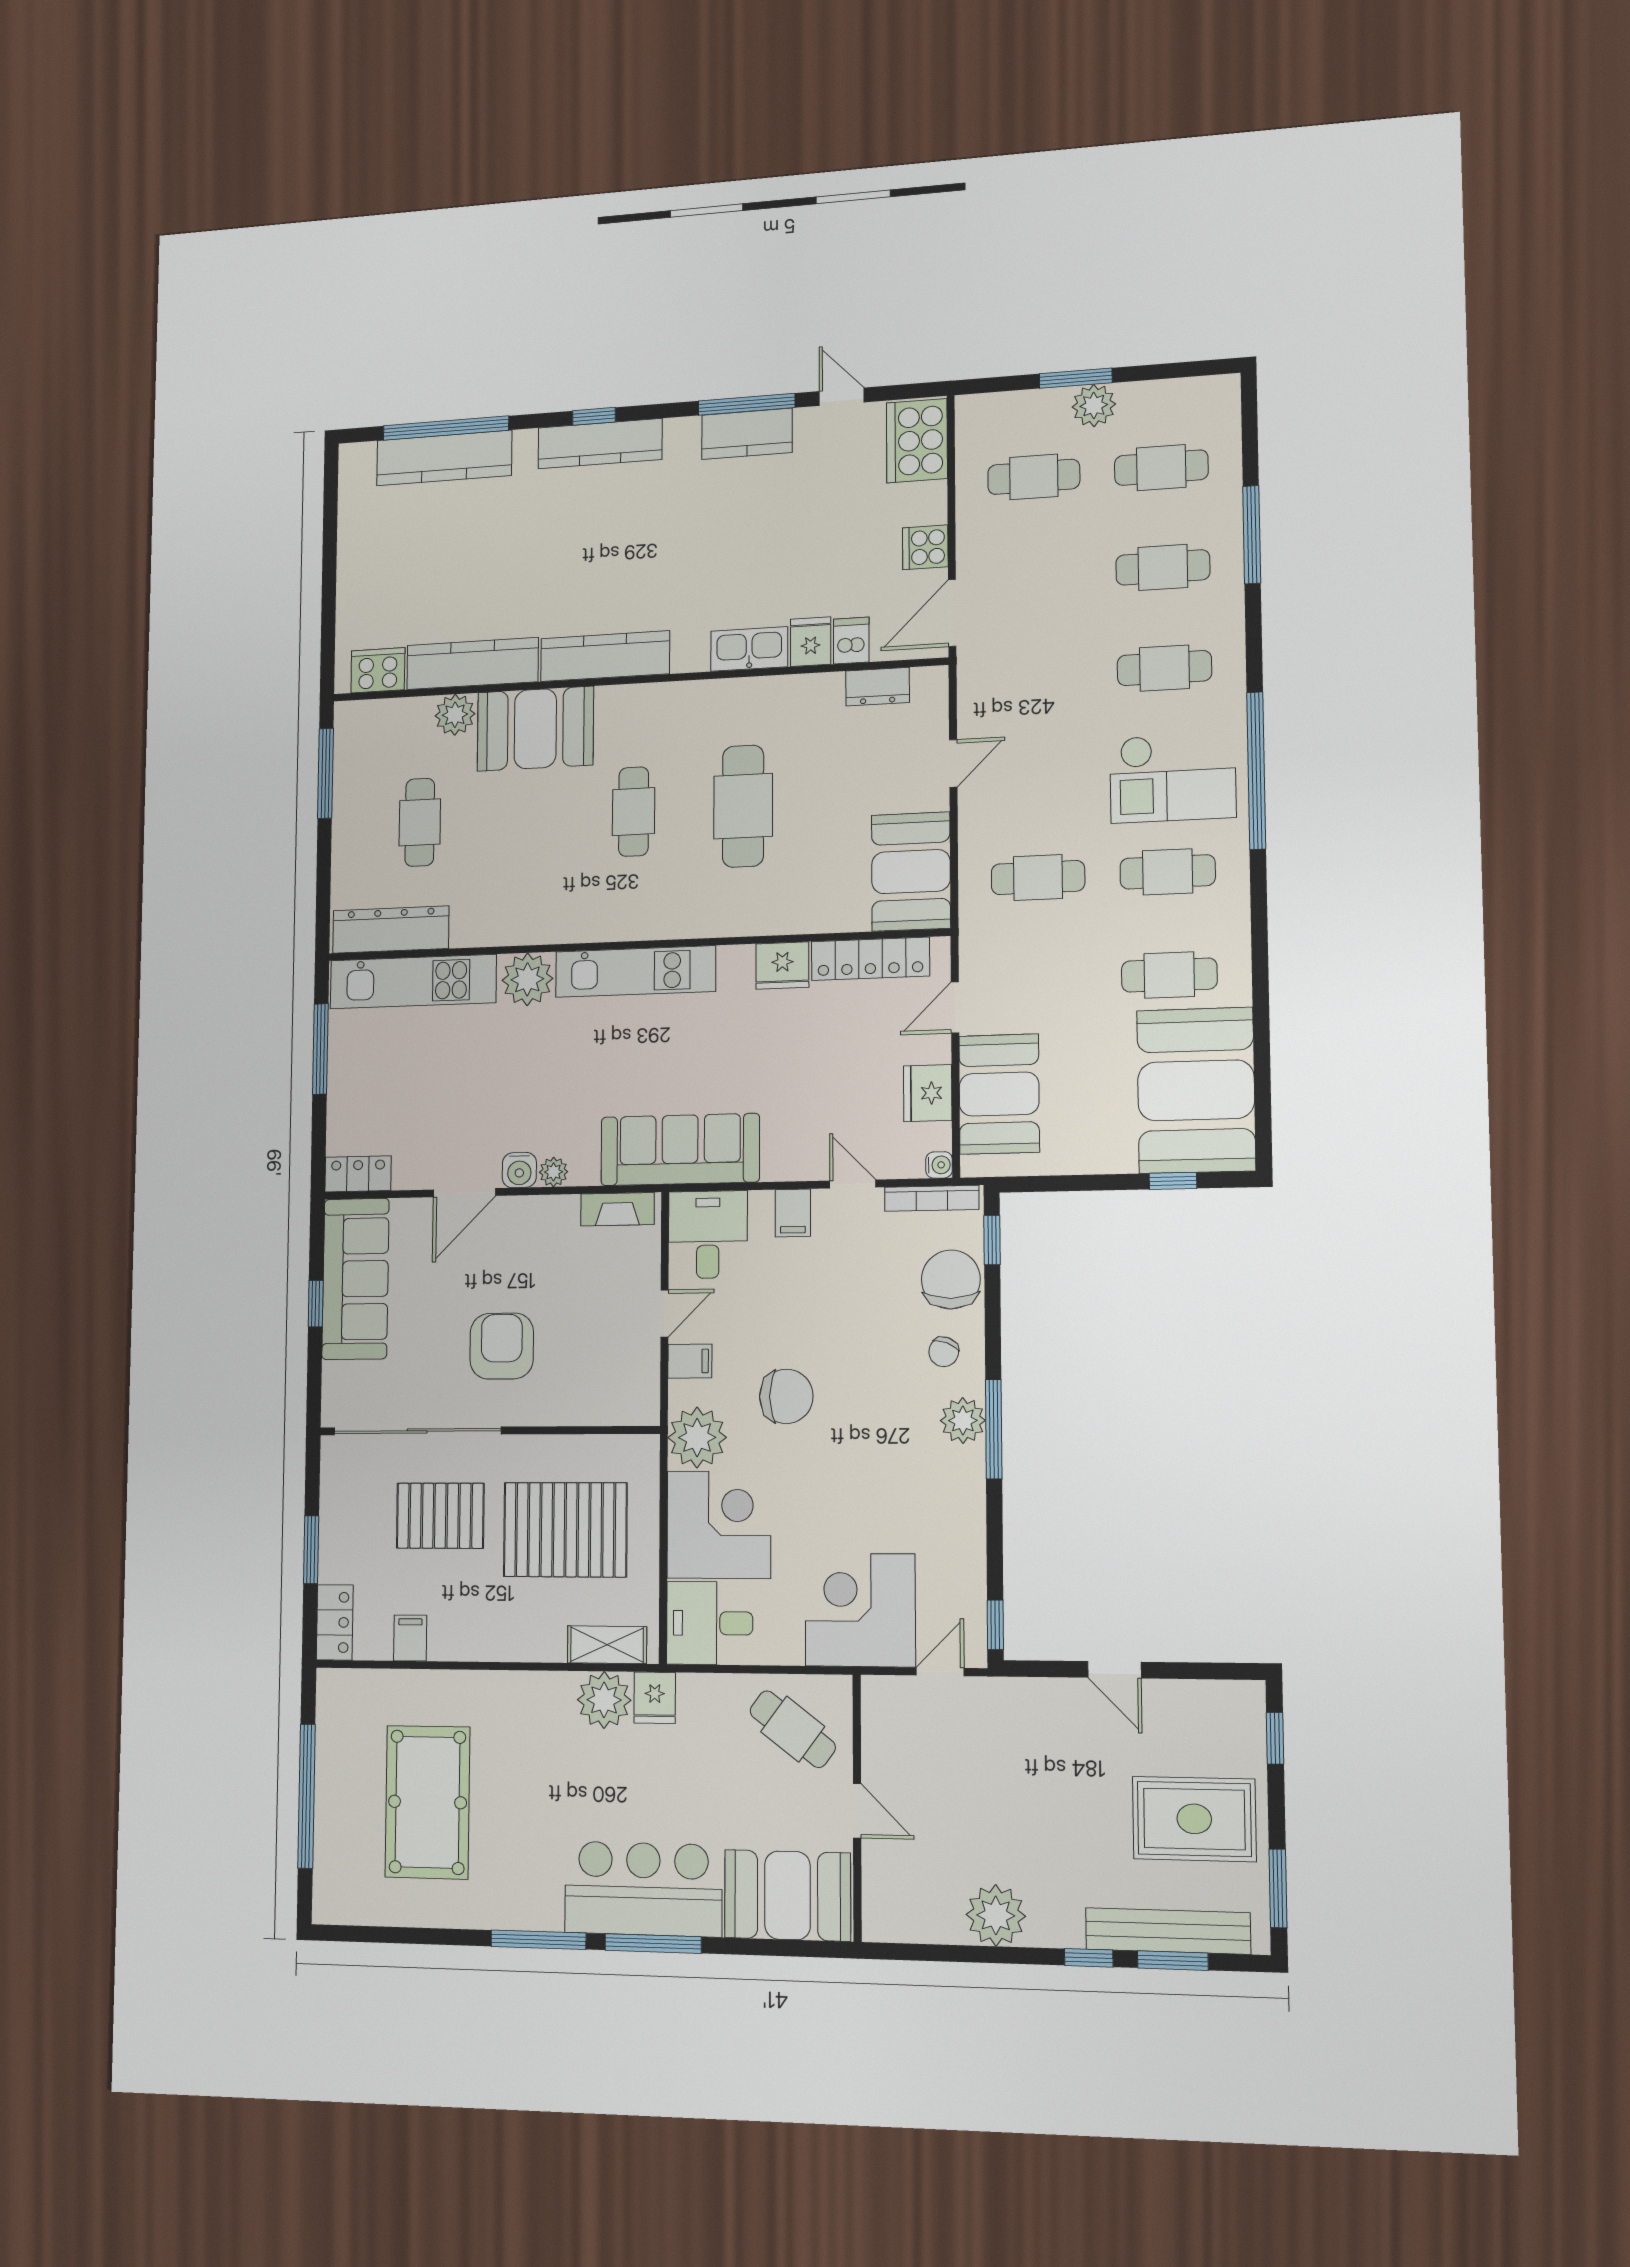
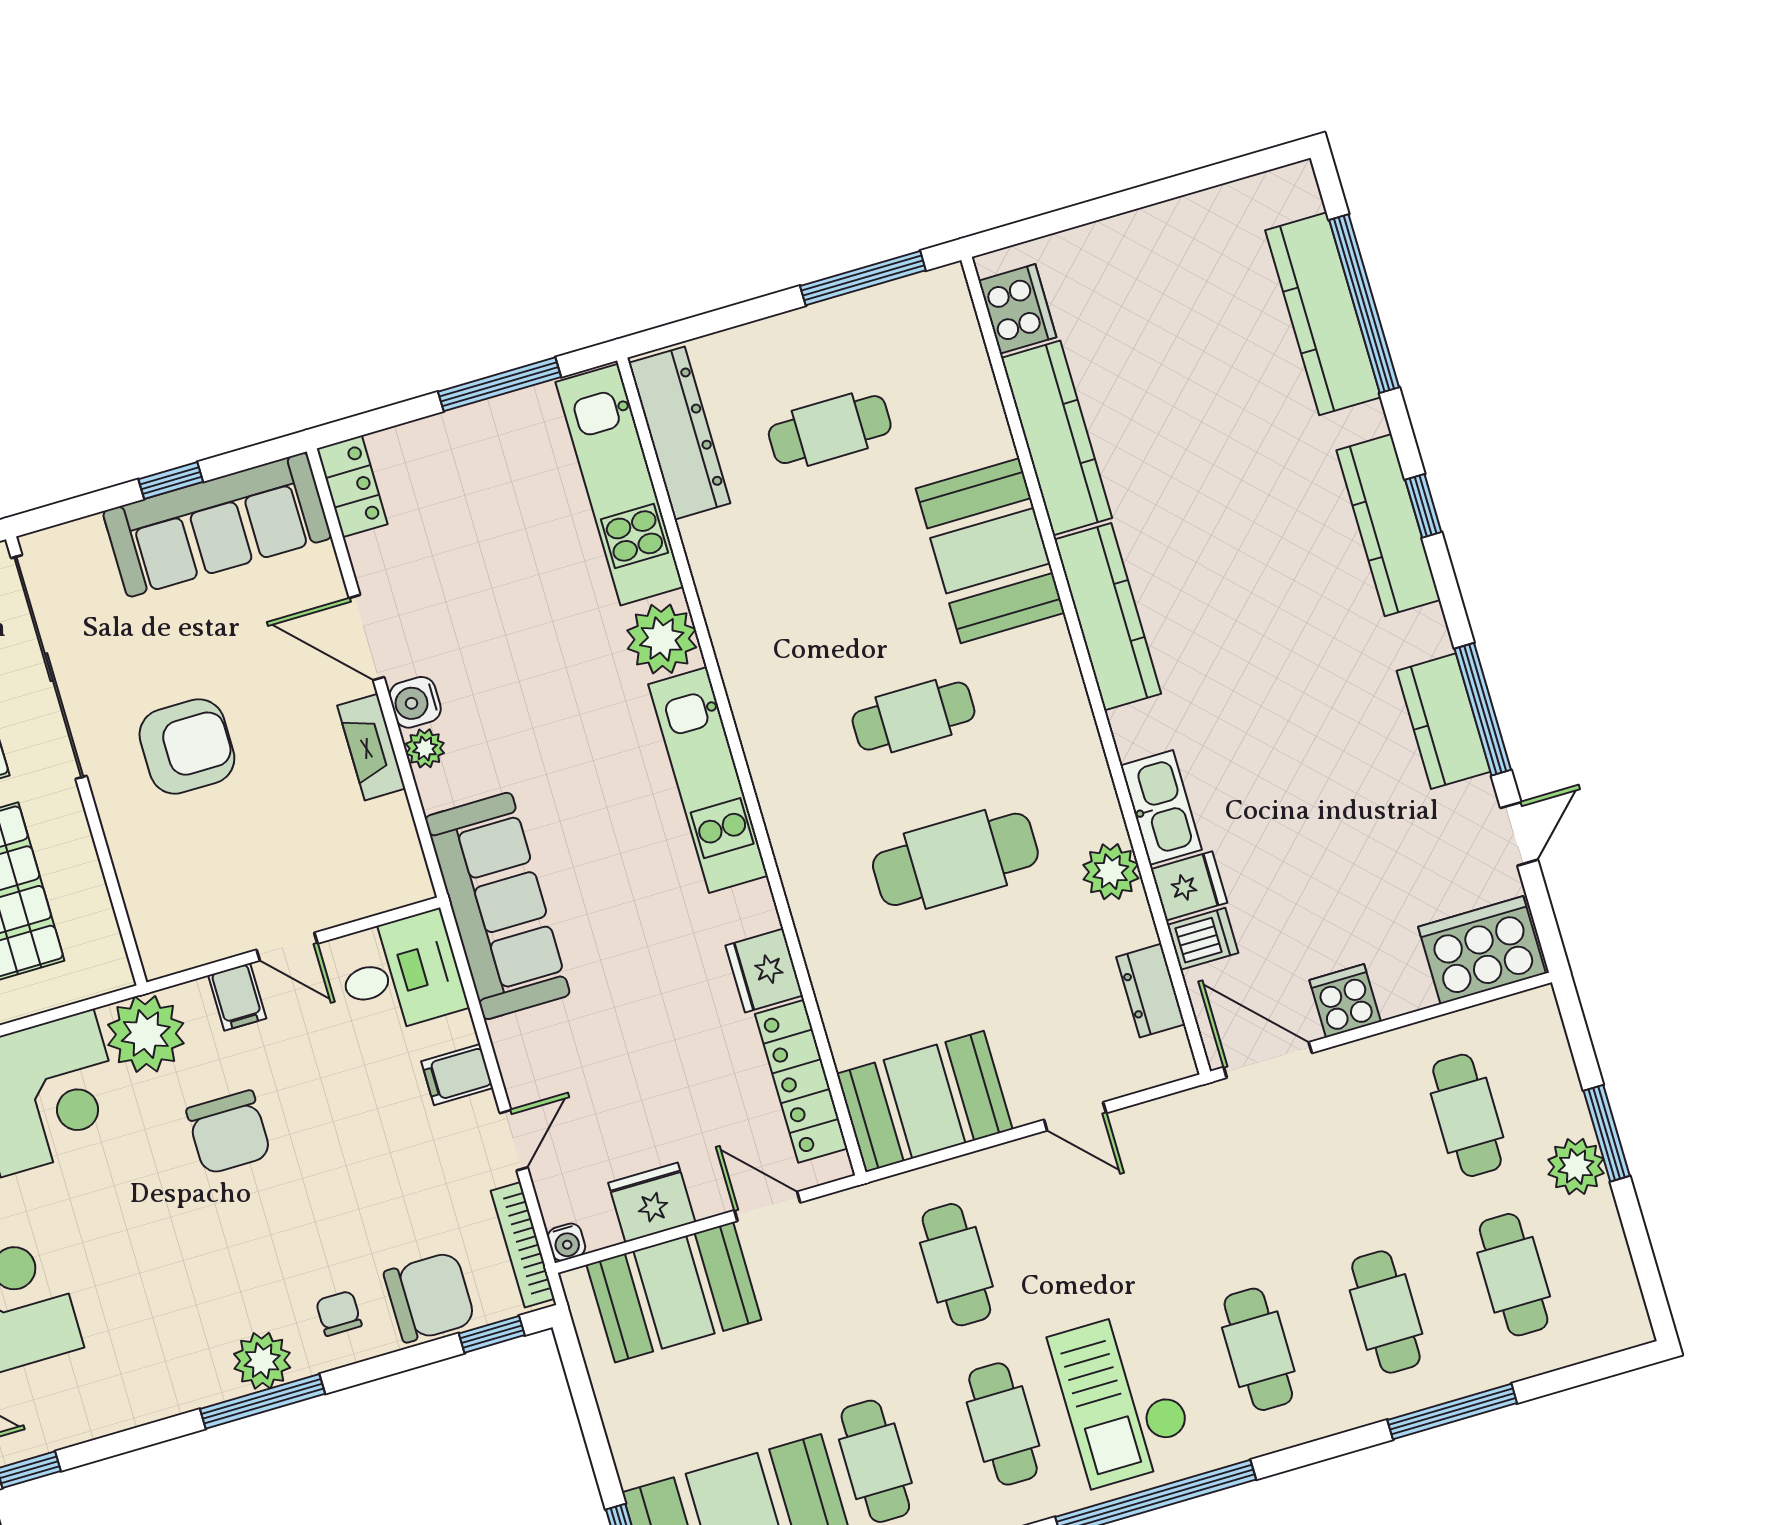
plant: (455, 715) -> (1111, 872), moved
fireplace: (617, 1209) -> (371, 747), moved
chair: (944, 1352) -> (339, 1313), turned 69

